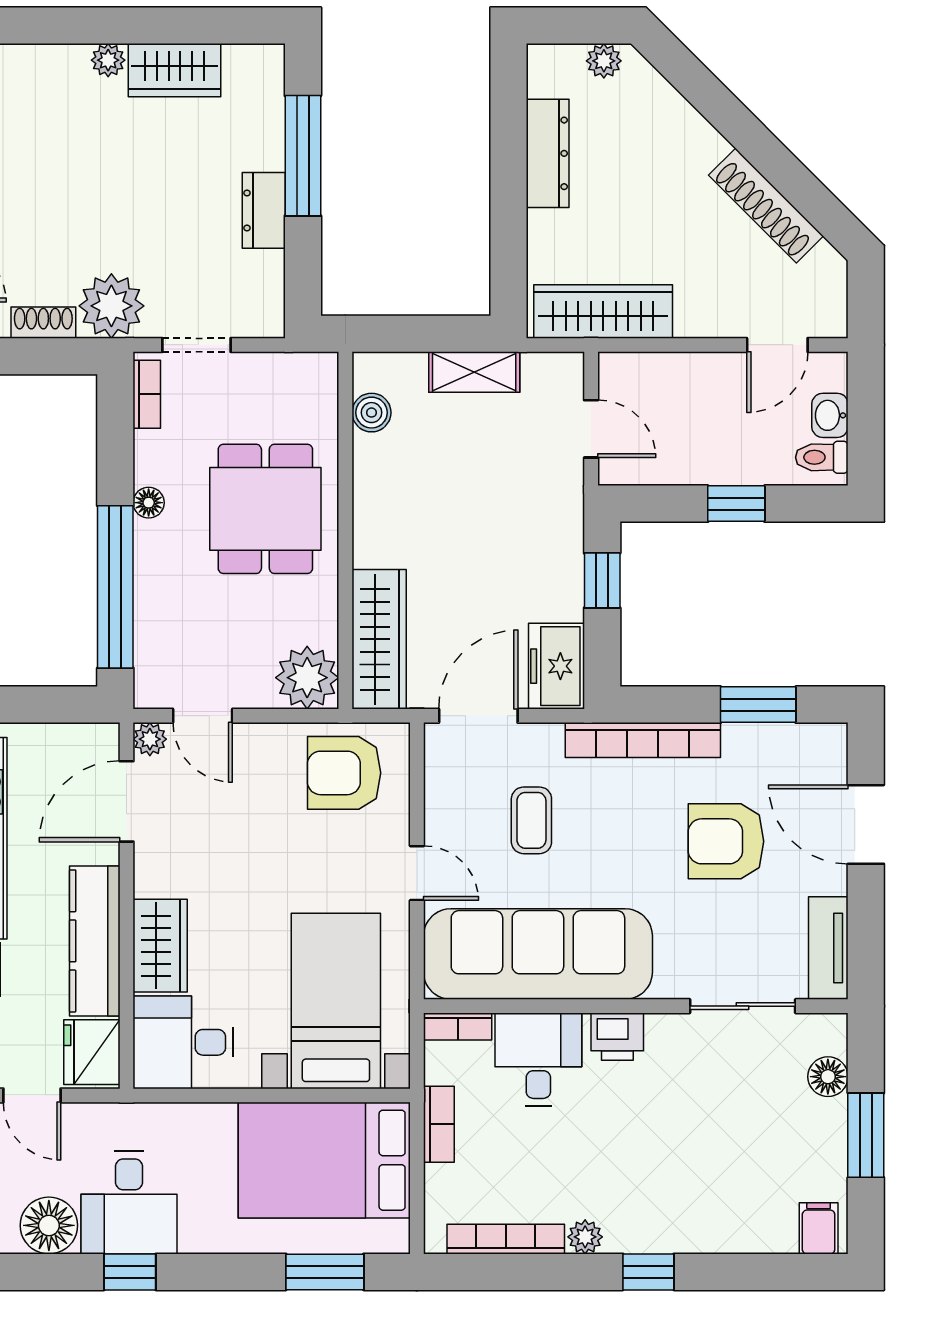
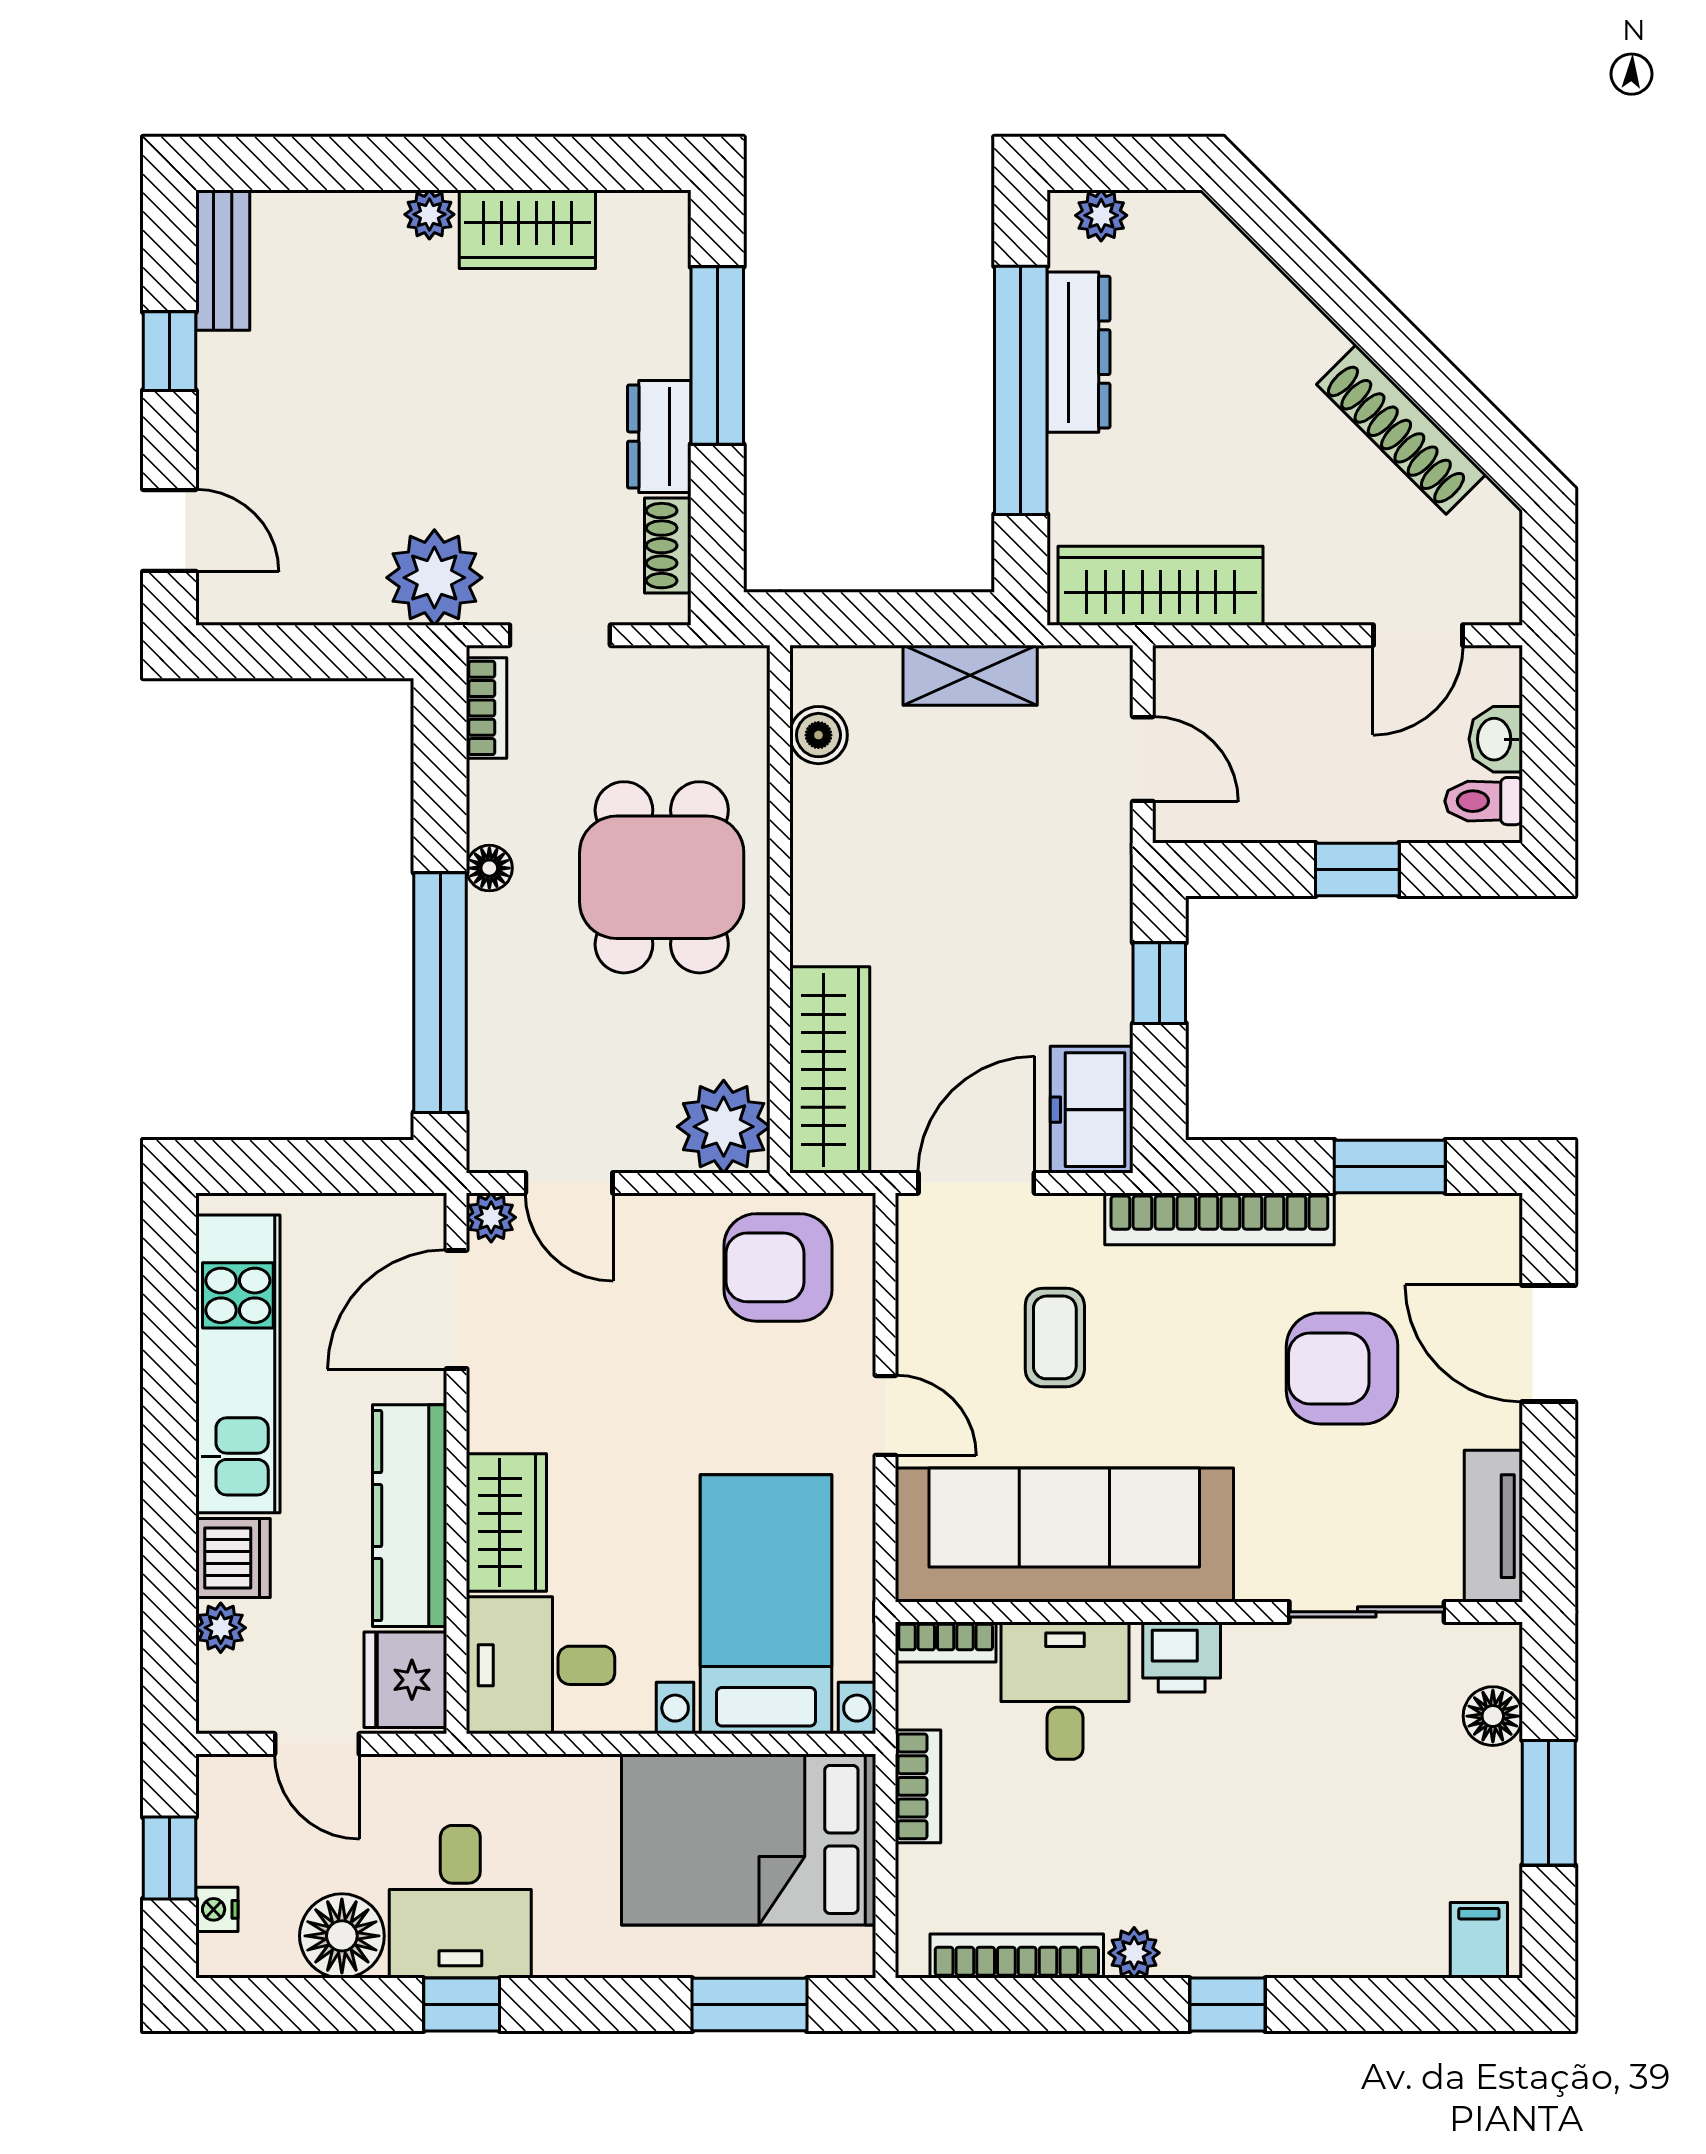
plant: (604, 61) -> (1101, 215), moved
window: (508, 179) -> (1021, 390), added
shoe rack: (43, 323) -> (668, 546), moved, turned -90

